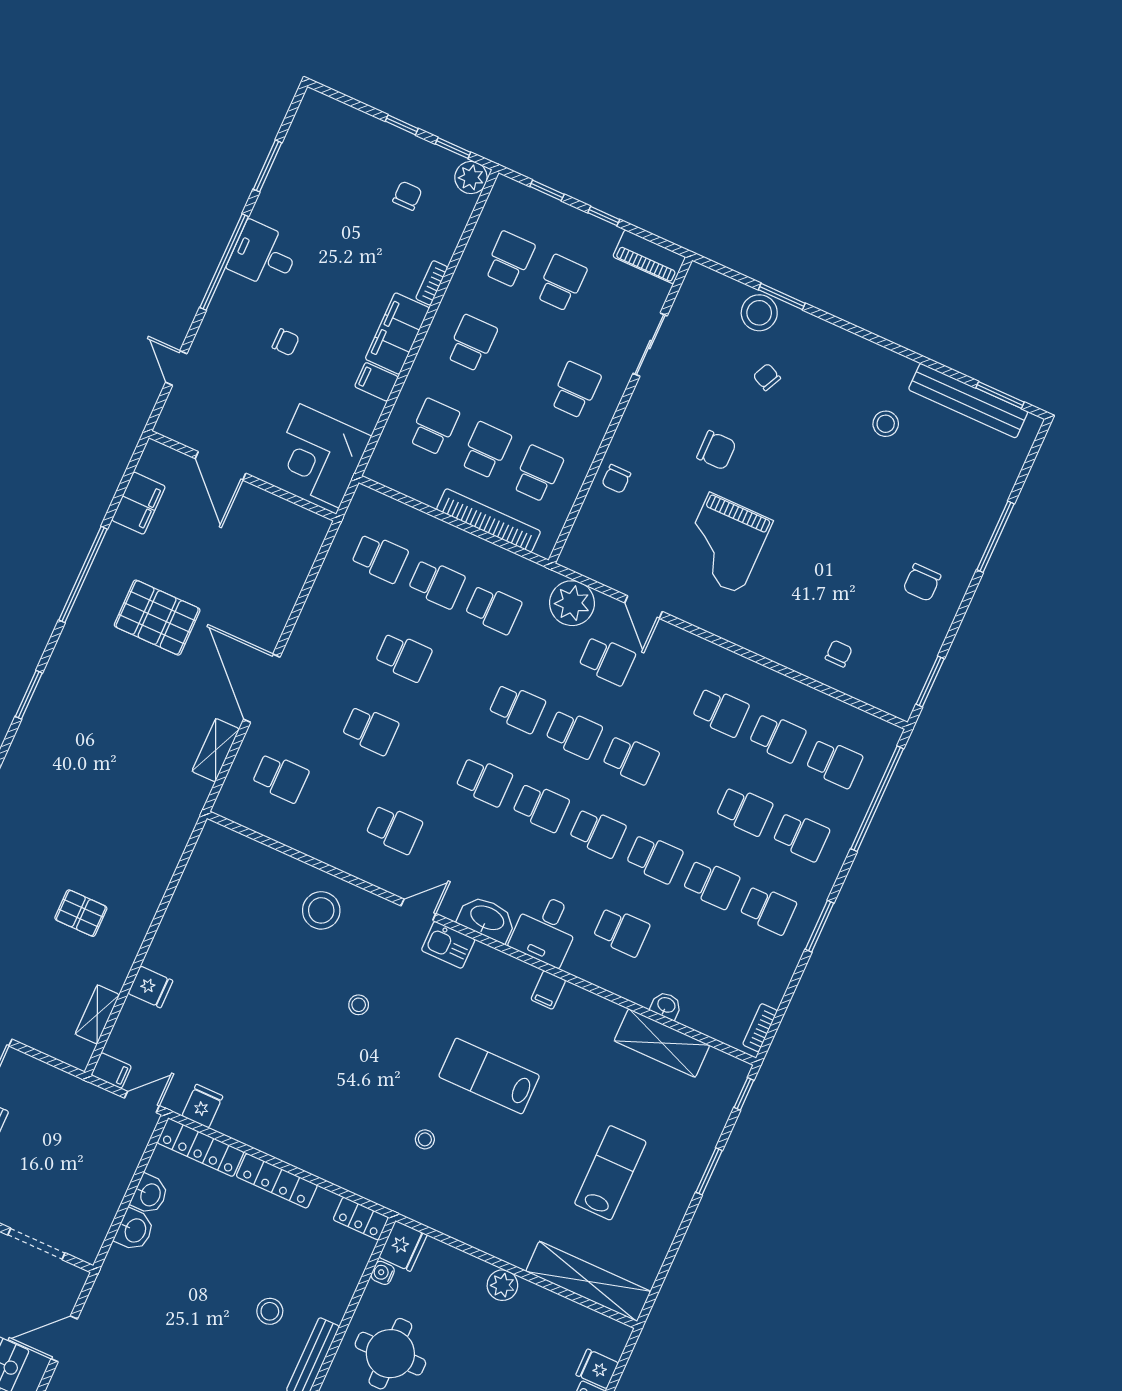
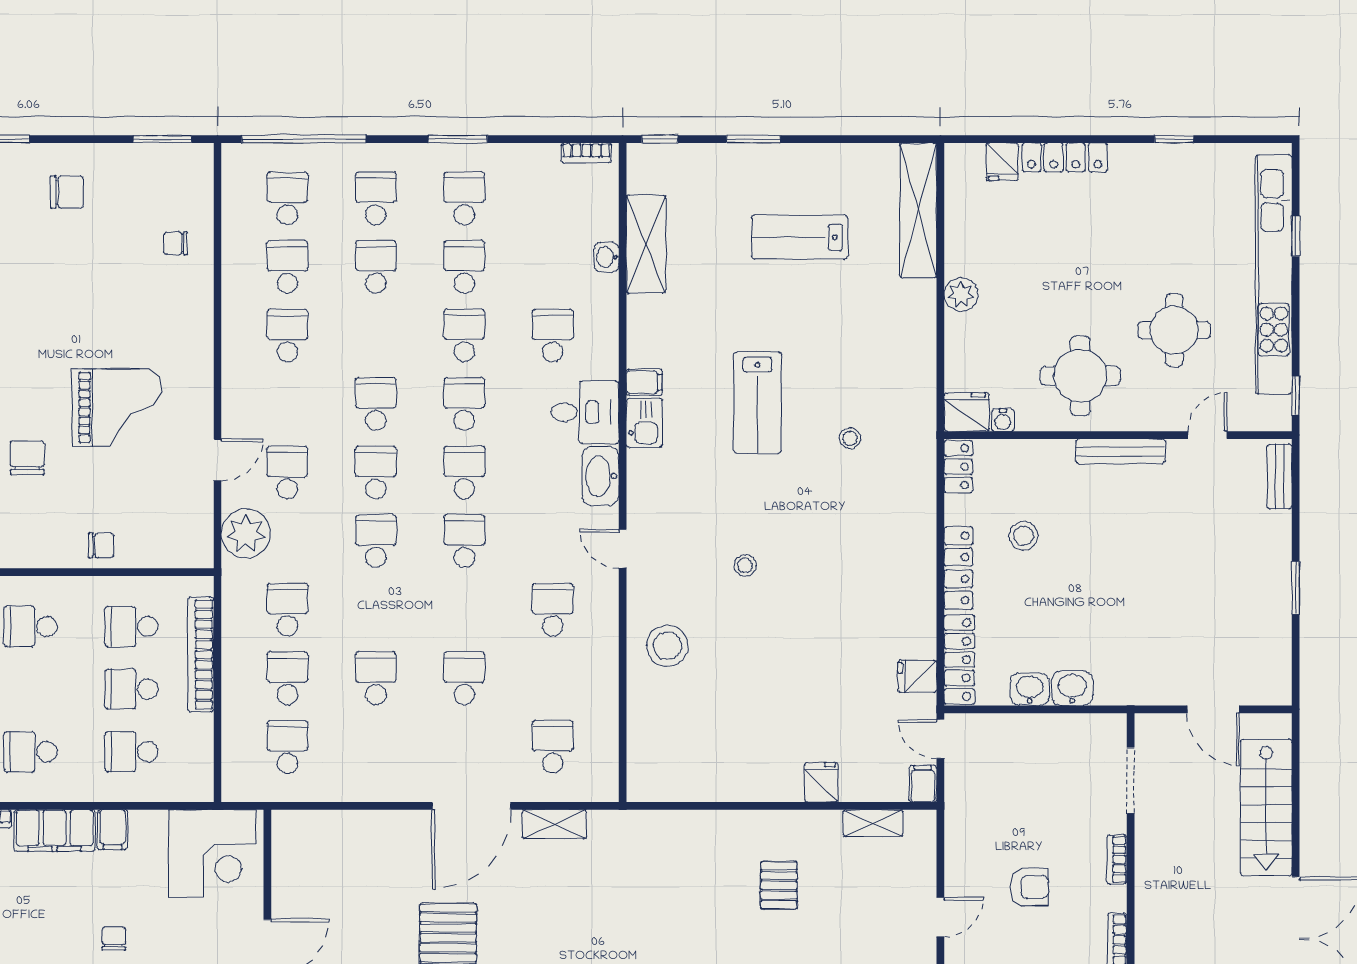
kitchen sink: (448, 945) -> (644, 423), moved
stool: (270, 1311) -> (1023, 536), moved

